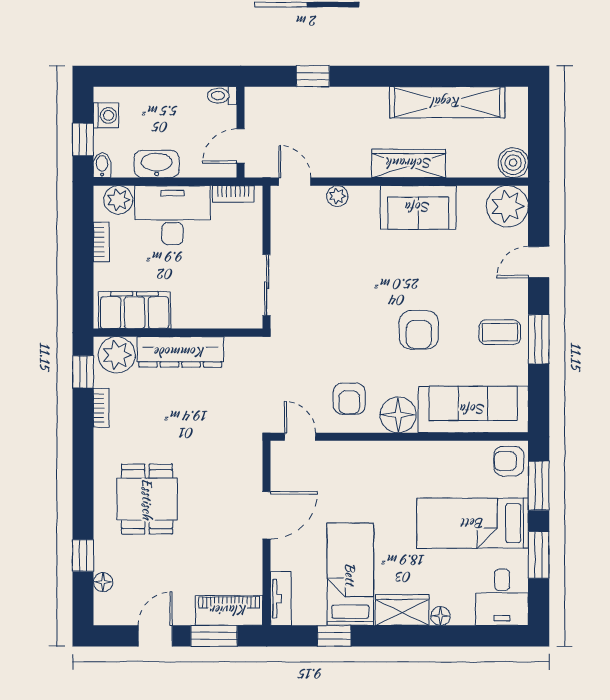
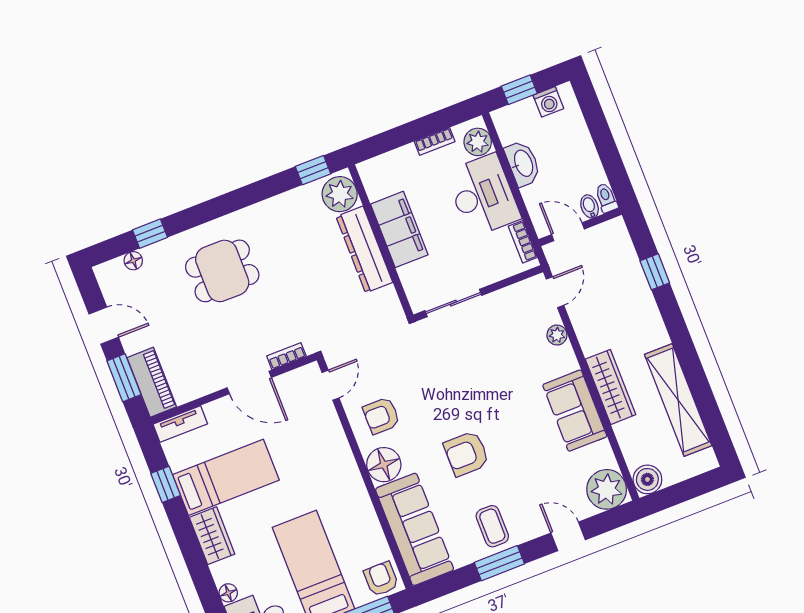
bidet: (102, 165) -> (590, 206), moved, turned -90
filing cabinet: (135, 310) -> (399, 229), moved
bookcase: (101, 408) -> (286, 356), moved, turned 180
floor lamp: (440, 616) -> (228, 593), moved

